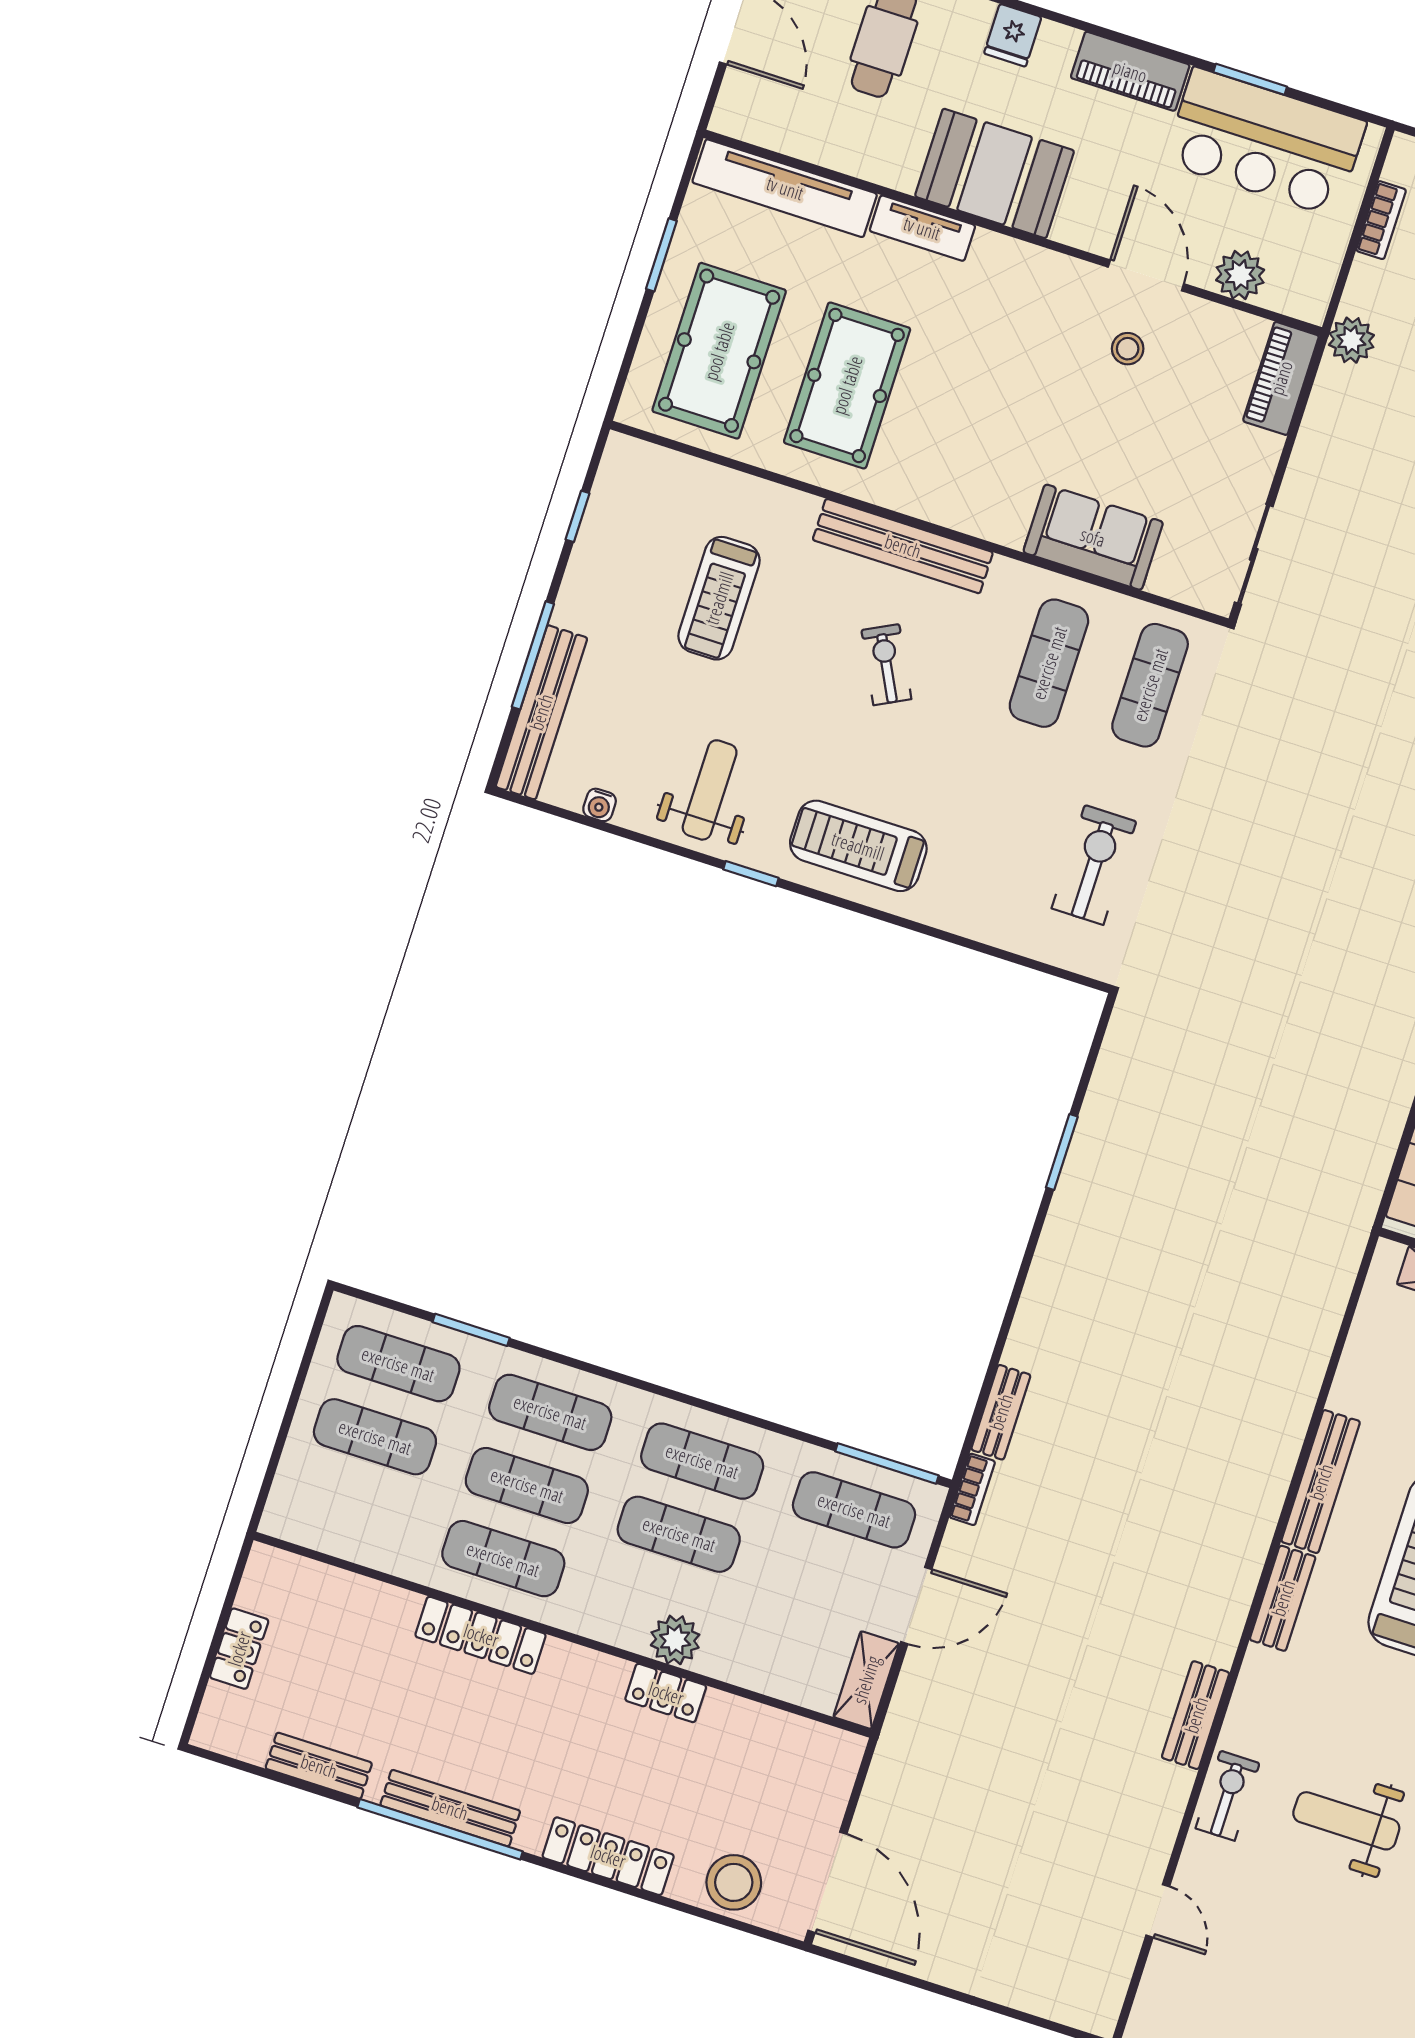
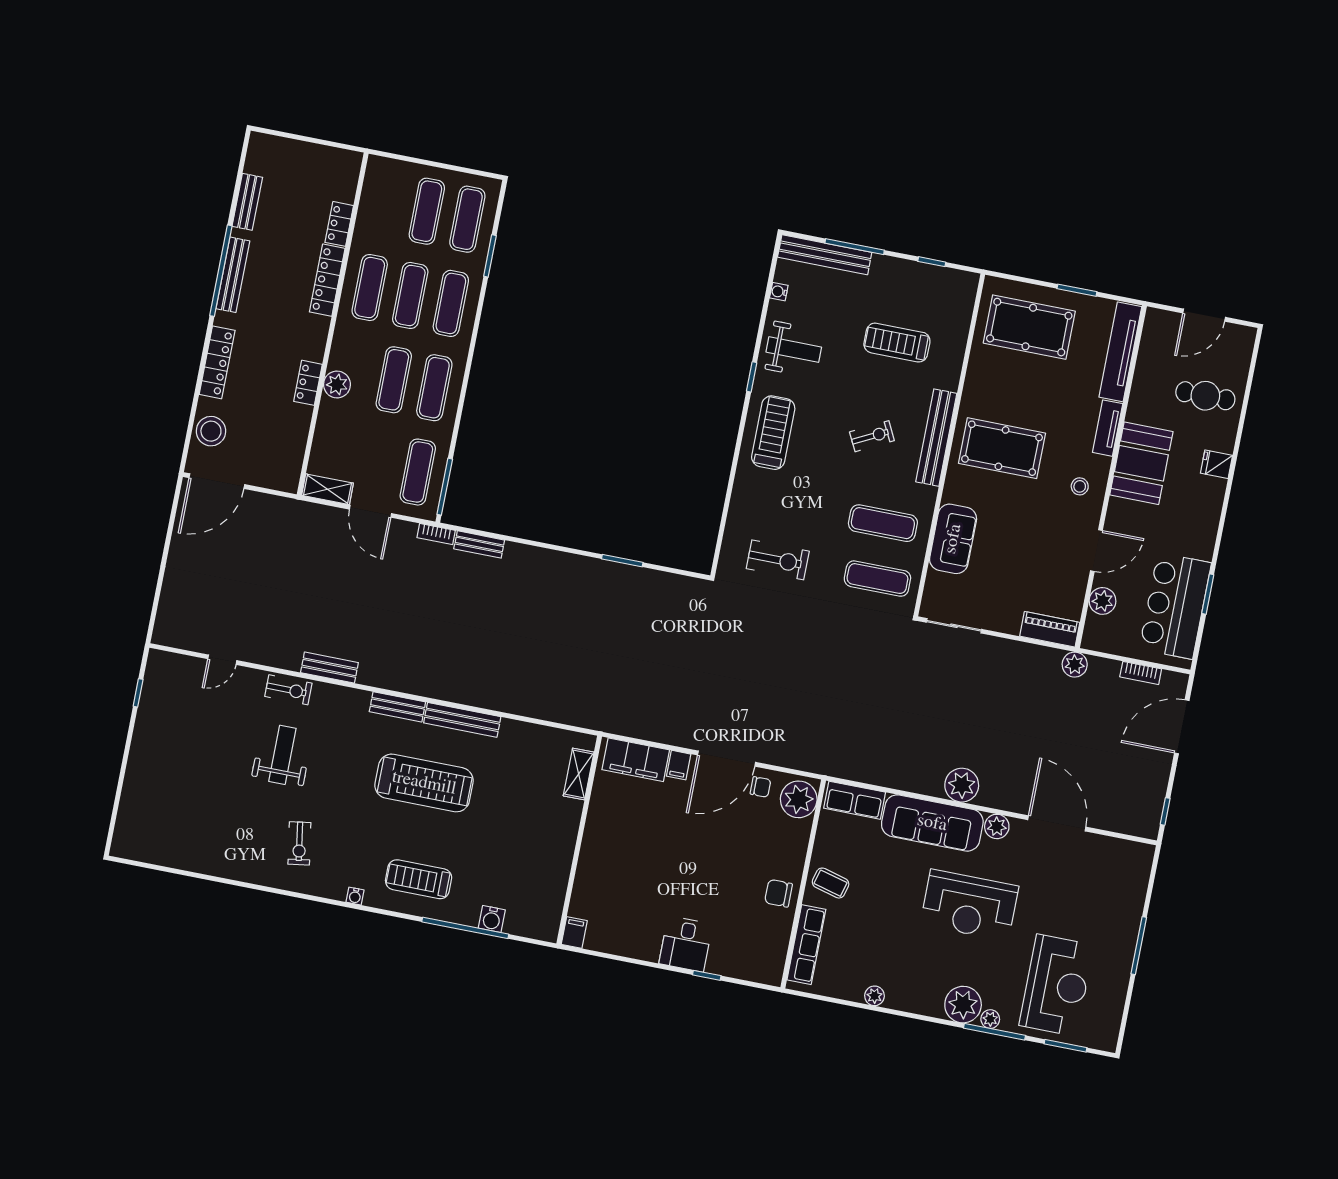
piano: (1130, 71) -> (1205, 529), removed
stool: (1128, 349) -> (1080, 486), moved
pool table: (847, 385) -> (1002, 448), moved
locker: (239, 1649) -> (339, 224), moved, turned 90

